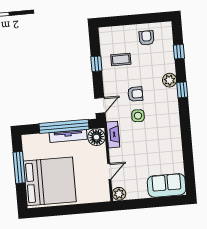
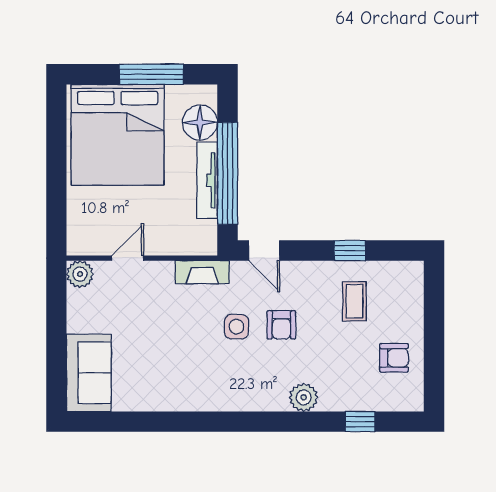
window: (182, 90) -> (282, 422), removed
floor lamp: (96, 137) -> (200, 122), moved
door: (109, 171) -> (128, 258), swing flipped

